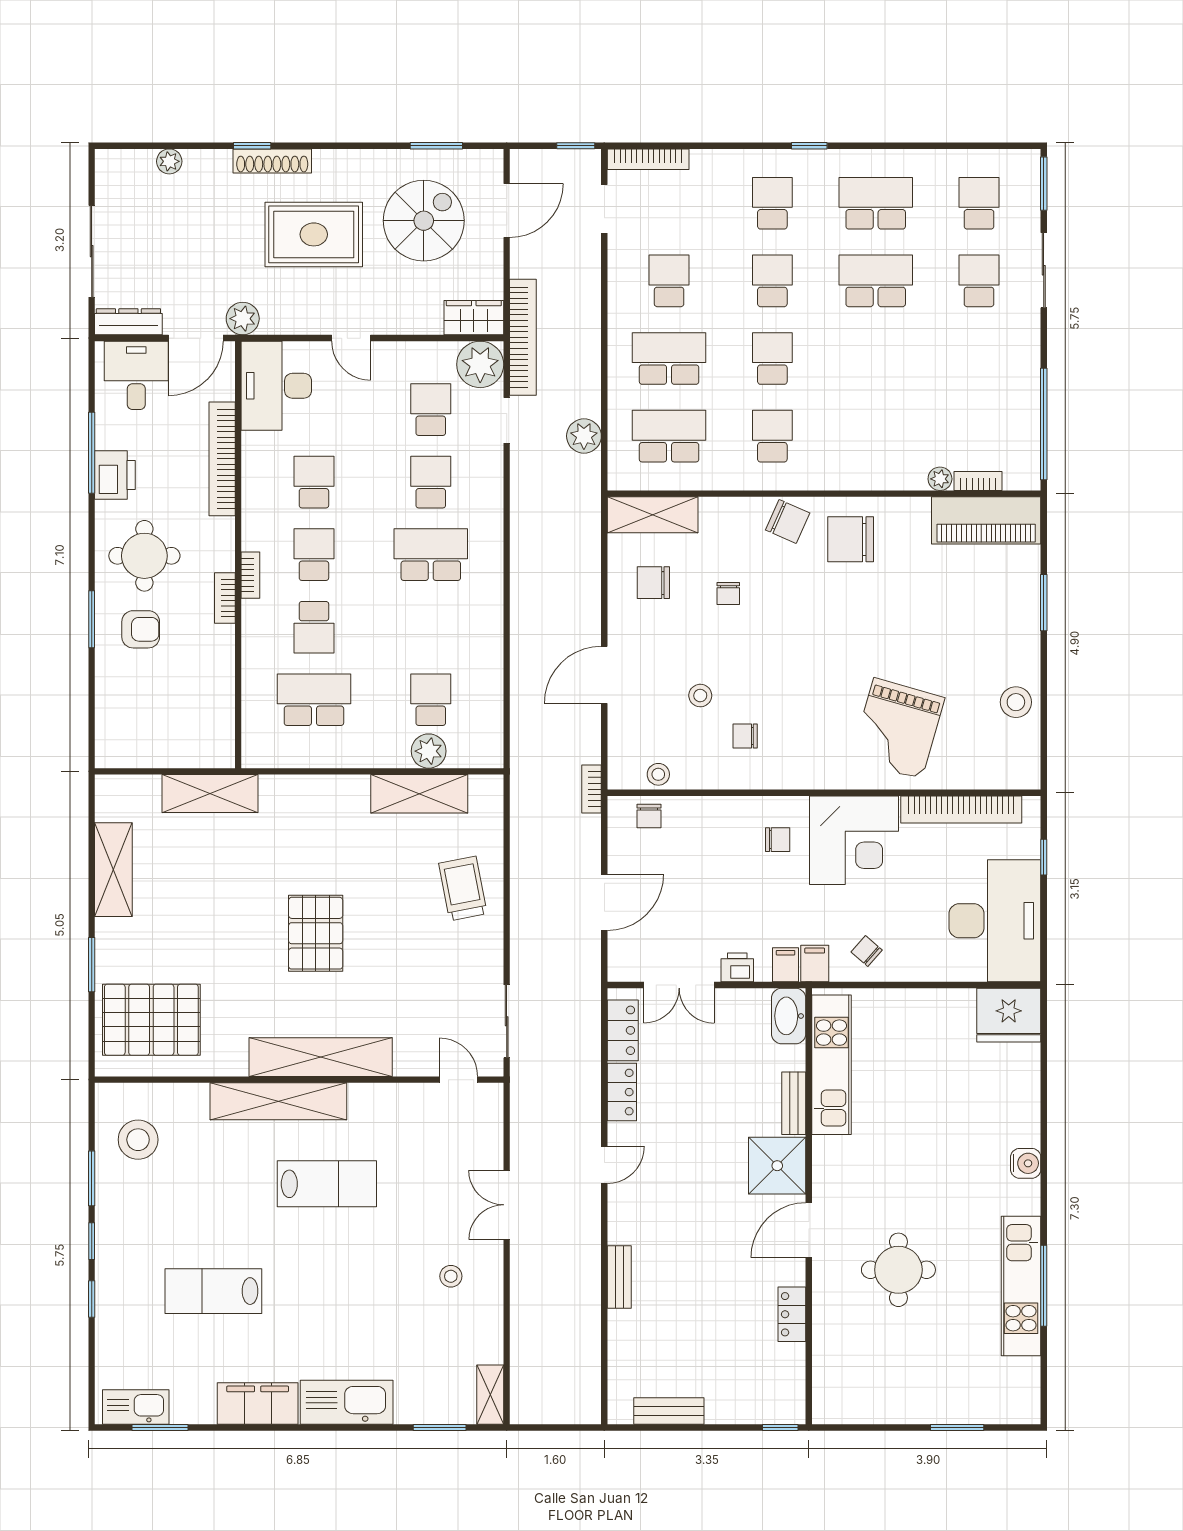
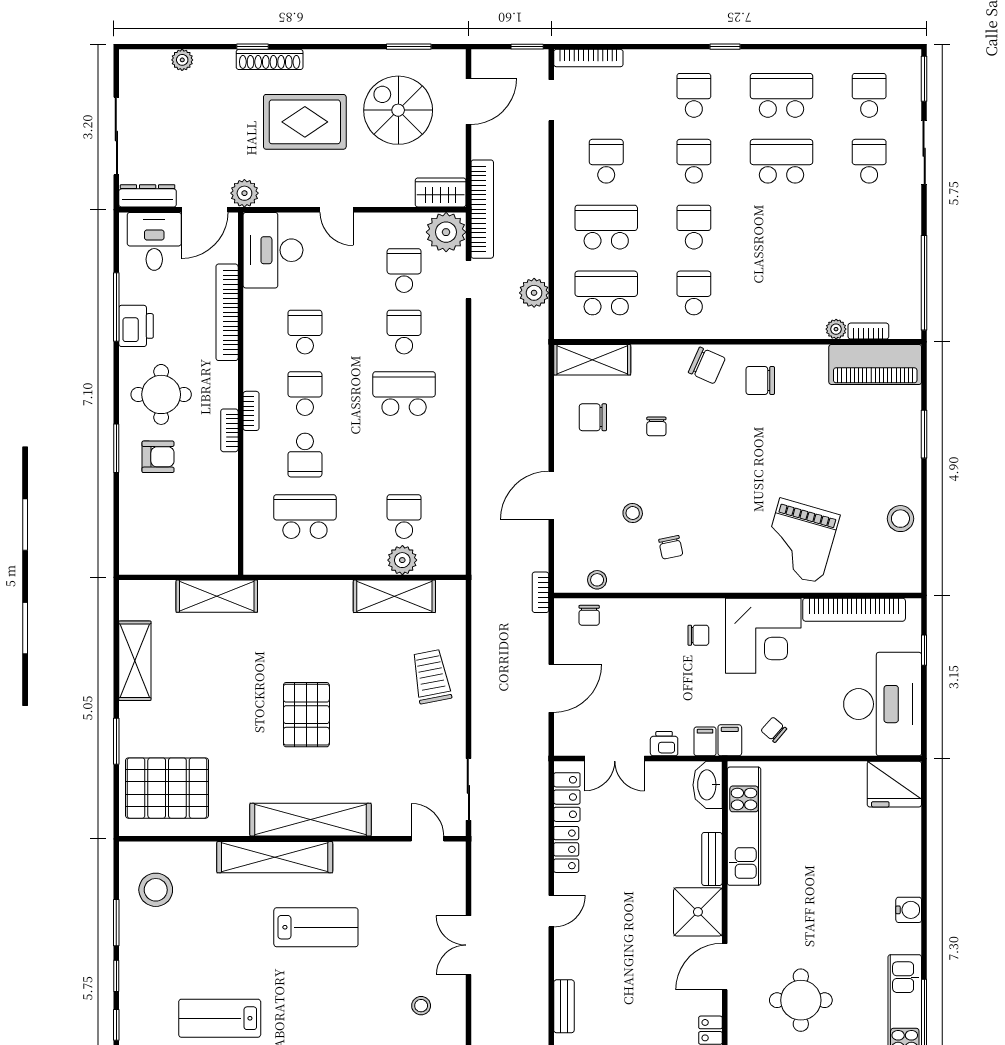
spiral stairs: (424, 221) -> (398, 110), turned -90
chair: (851, 539) -> (760, 381), width x0.73, depth x0.73
chair: (745, 736) -> (671, 547), turned -102

